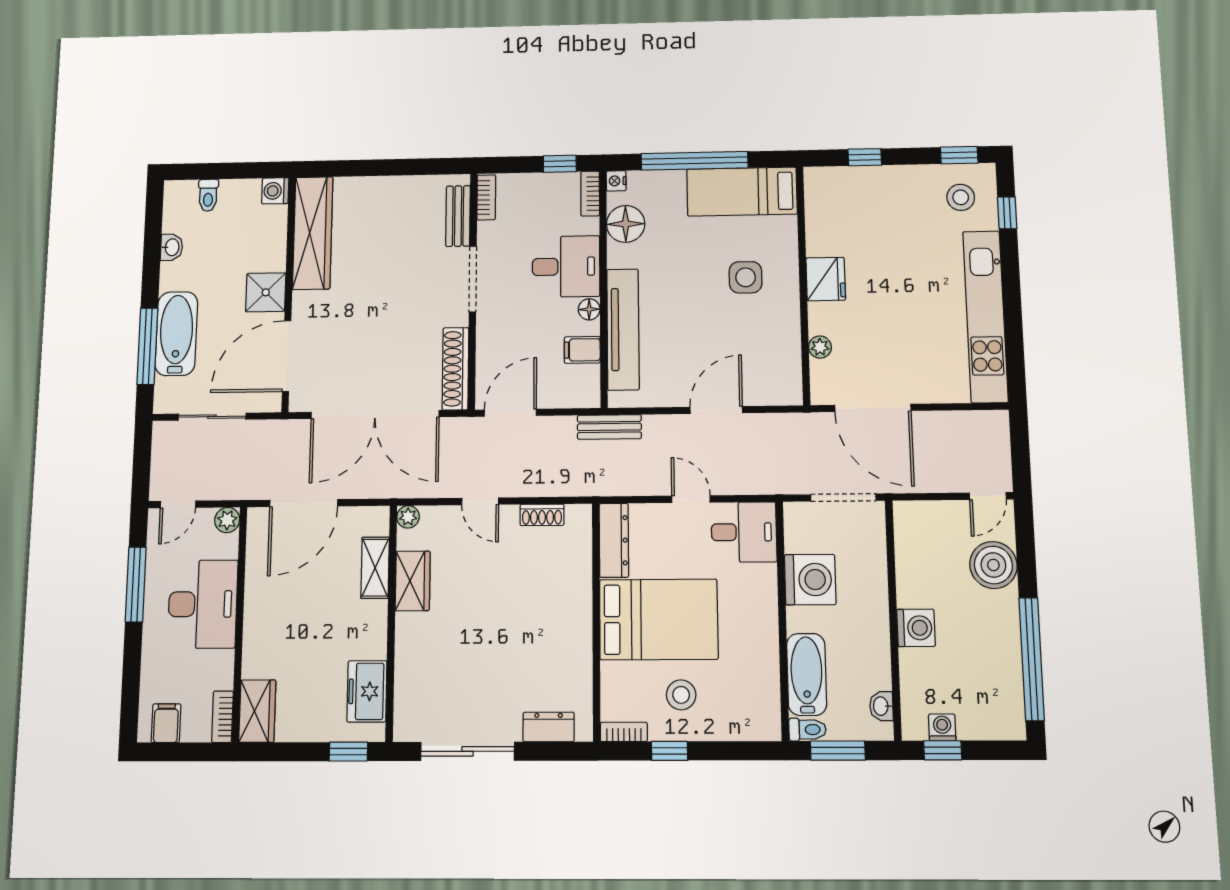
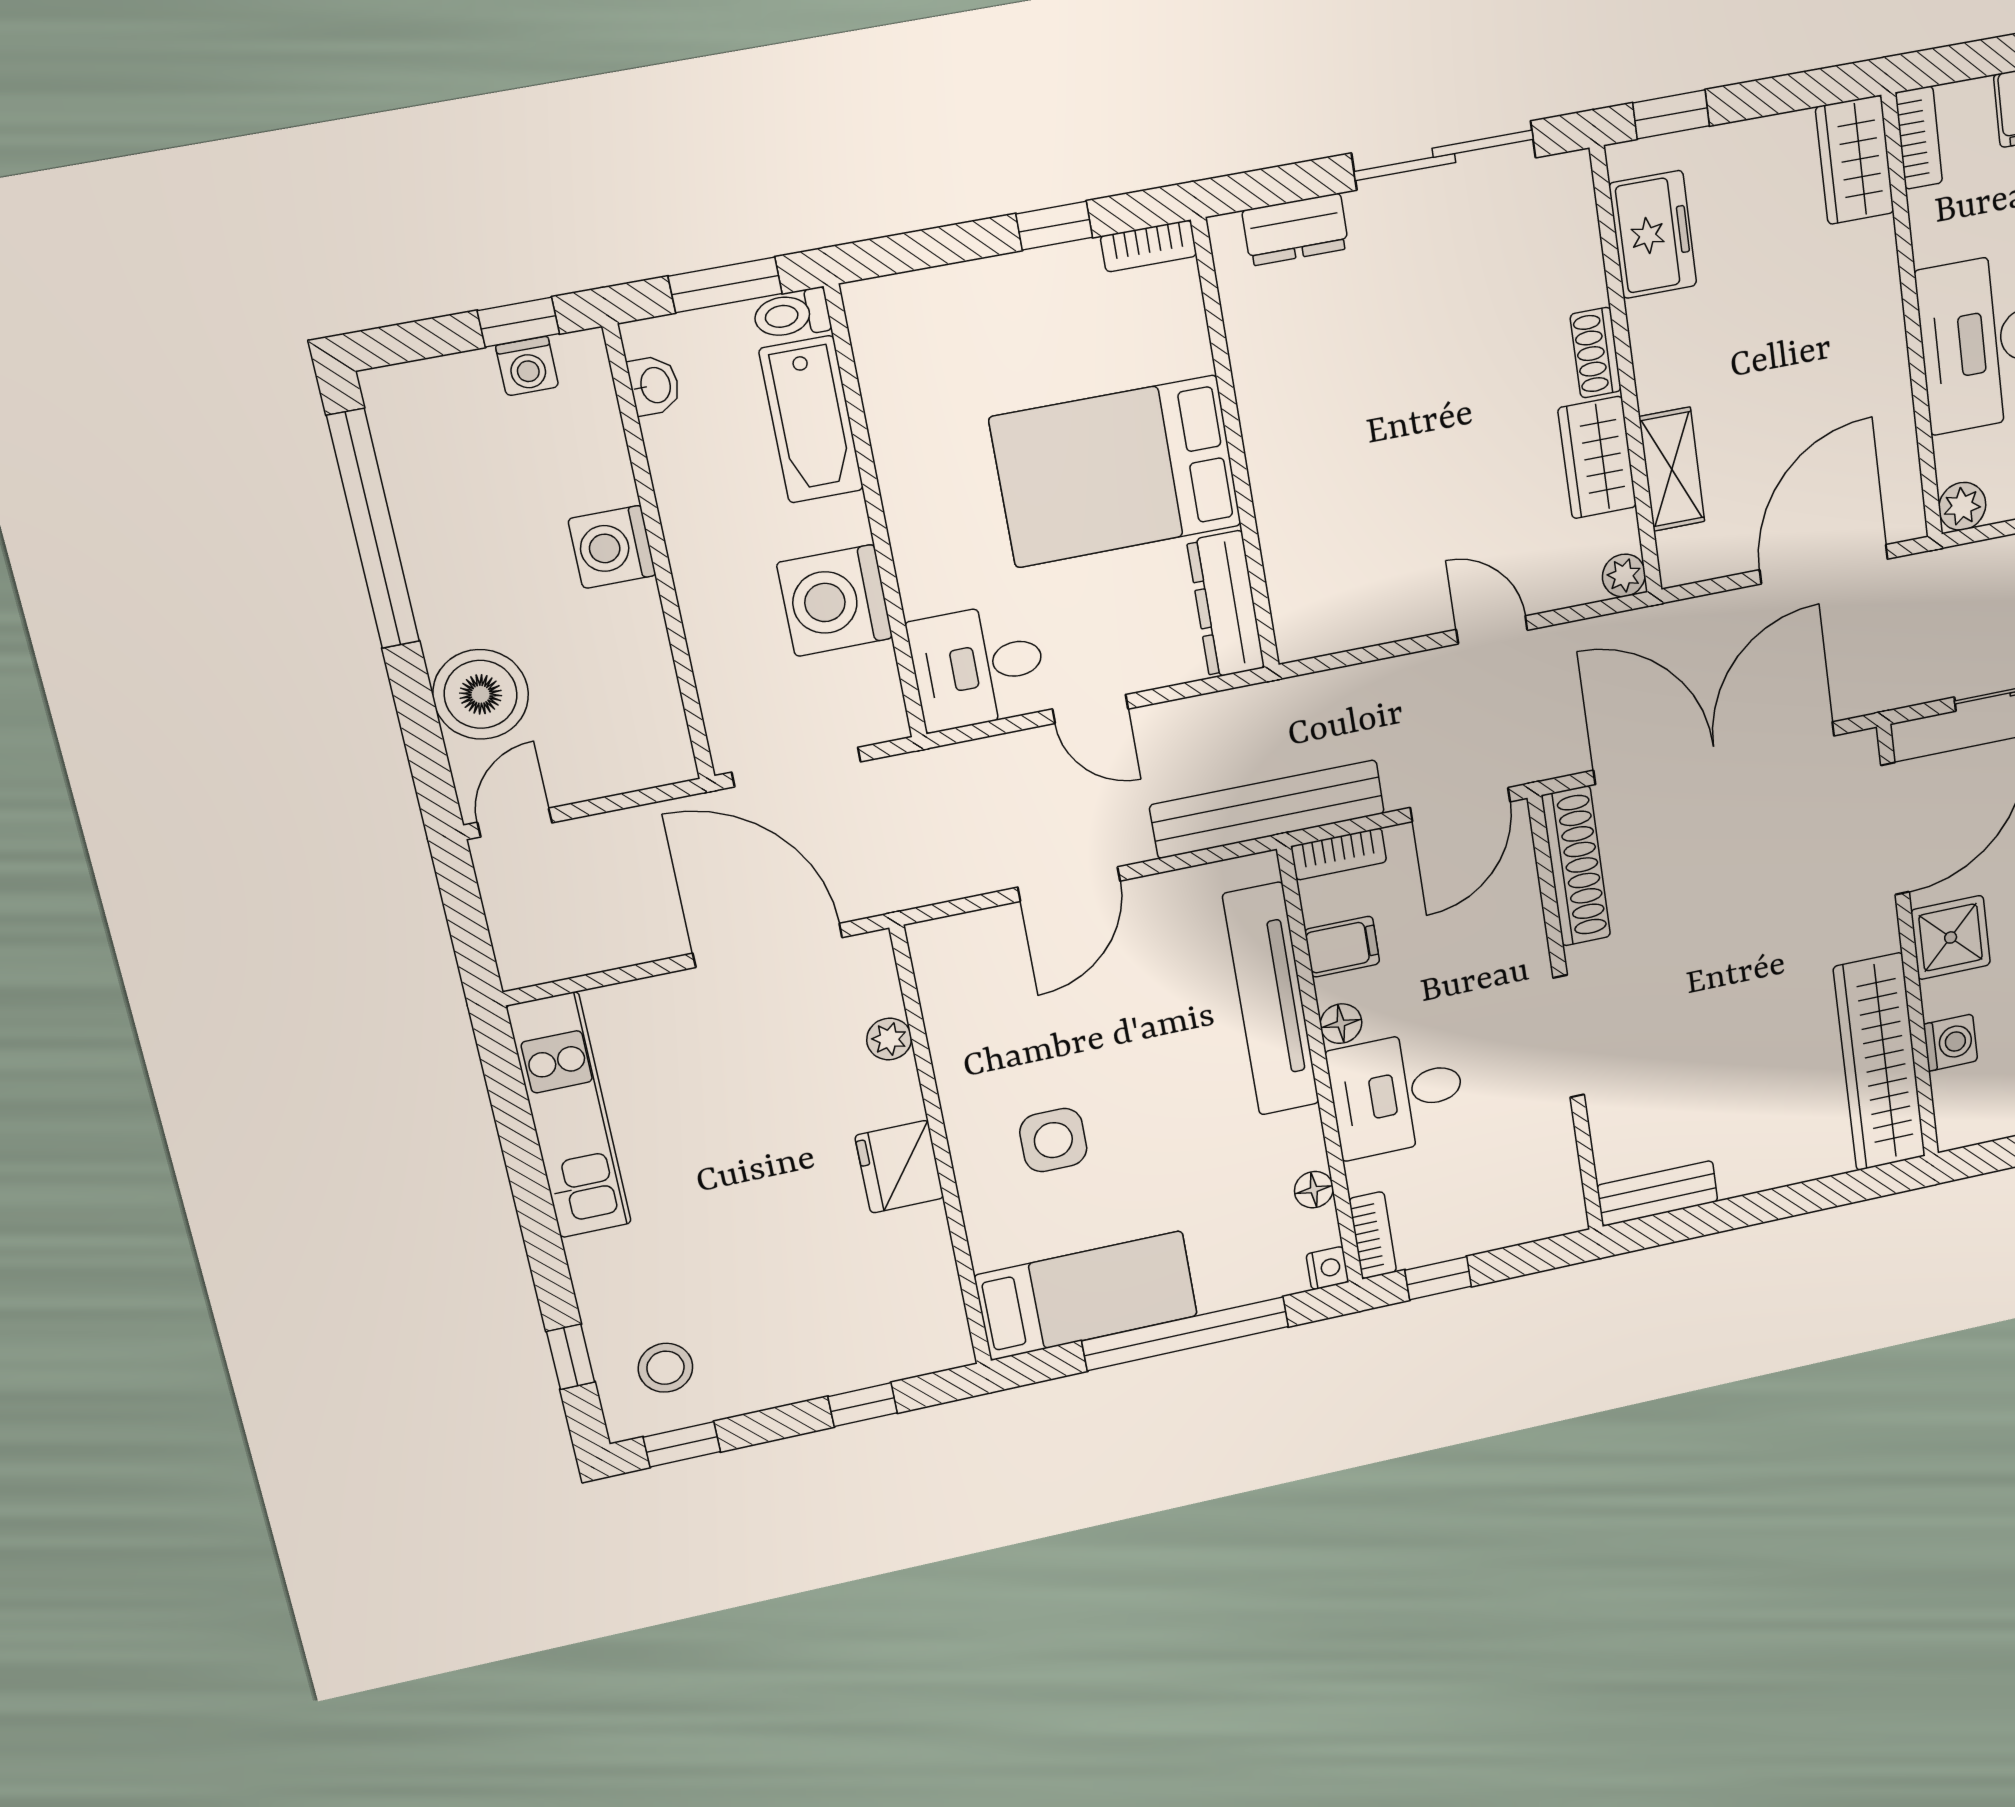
washing machine: (275, 191) -> (1950, 1043), moved
bookcase: (486, 197) -> (1339, 854), moved, turned -90
bench: (458, 216) -> (1657, 1193), moved, turned 90
floor lamp: (626, 224) -> (1314, 1190), width x0.53, depth x0.53
kitchen unit: (985, 316) -> (569, 1116), width x0.73
bench: (609, 427) -> (1267, 809), width x1.86, depth x1.21
shoe rack: (542, 515) -> (1596, 353), moved, turned -90
stool: (681, 695) -> (1049, 336), removed

